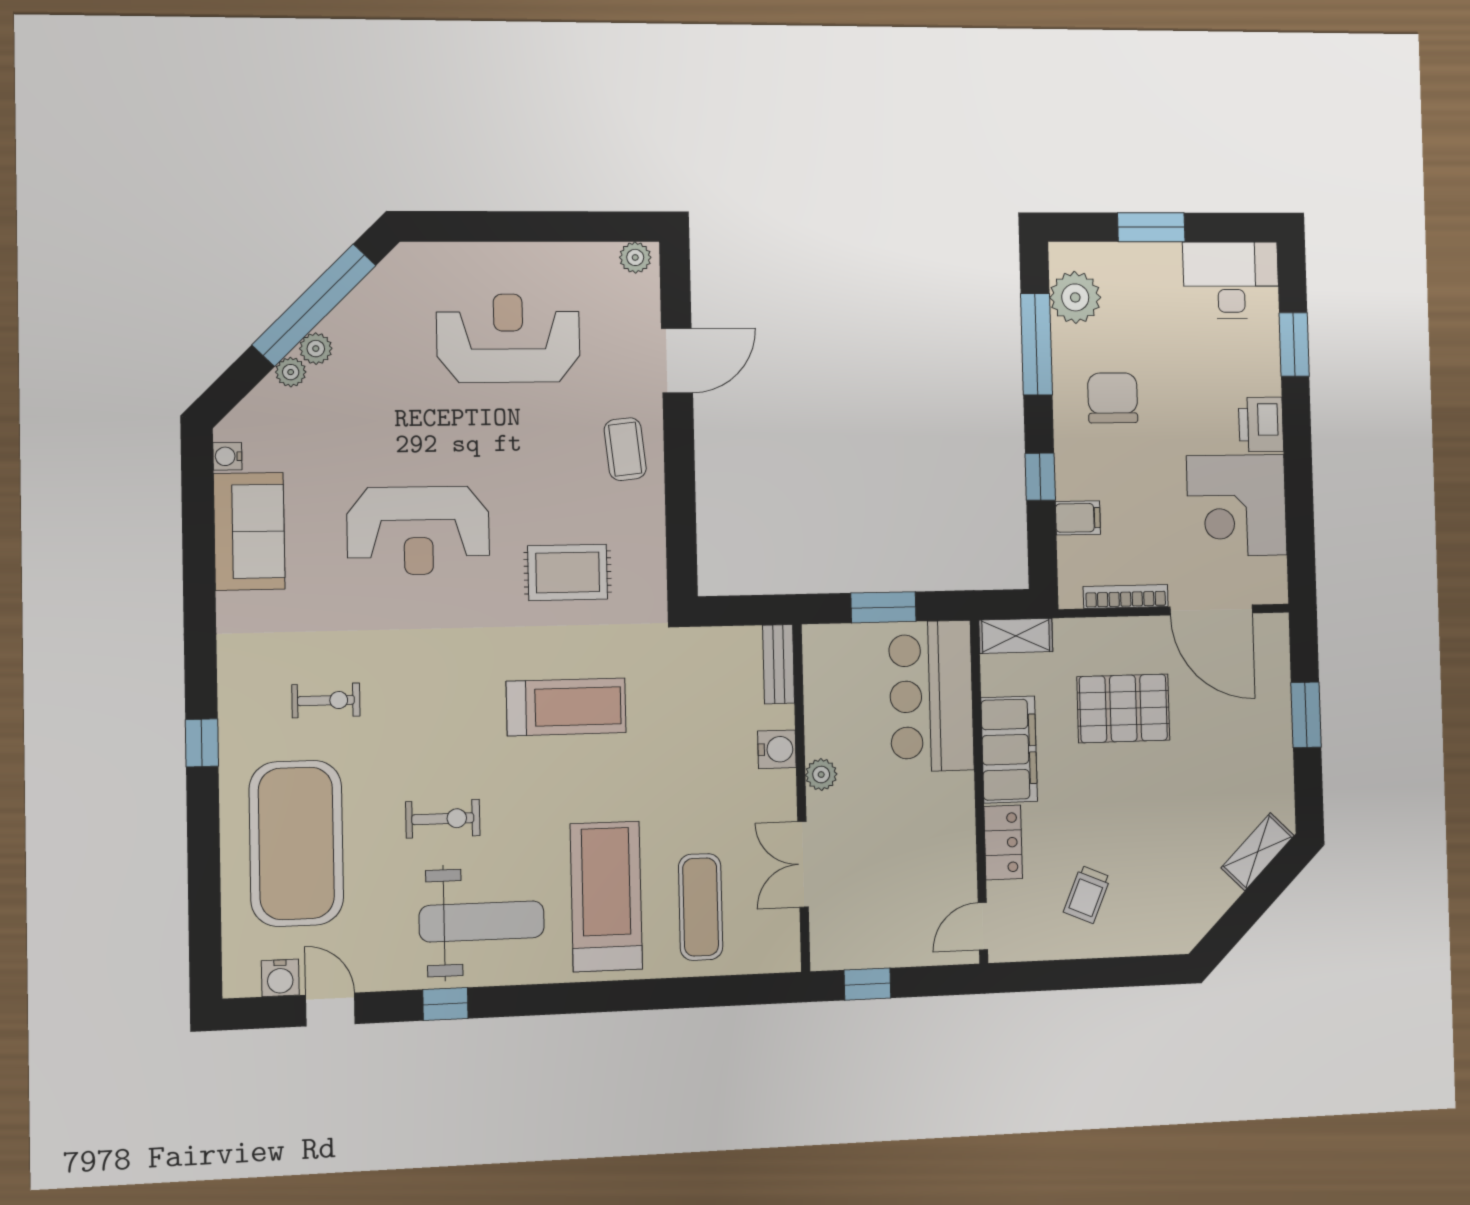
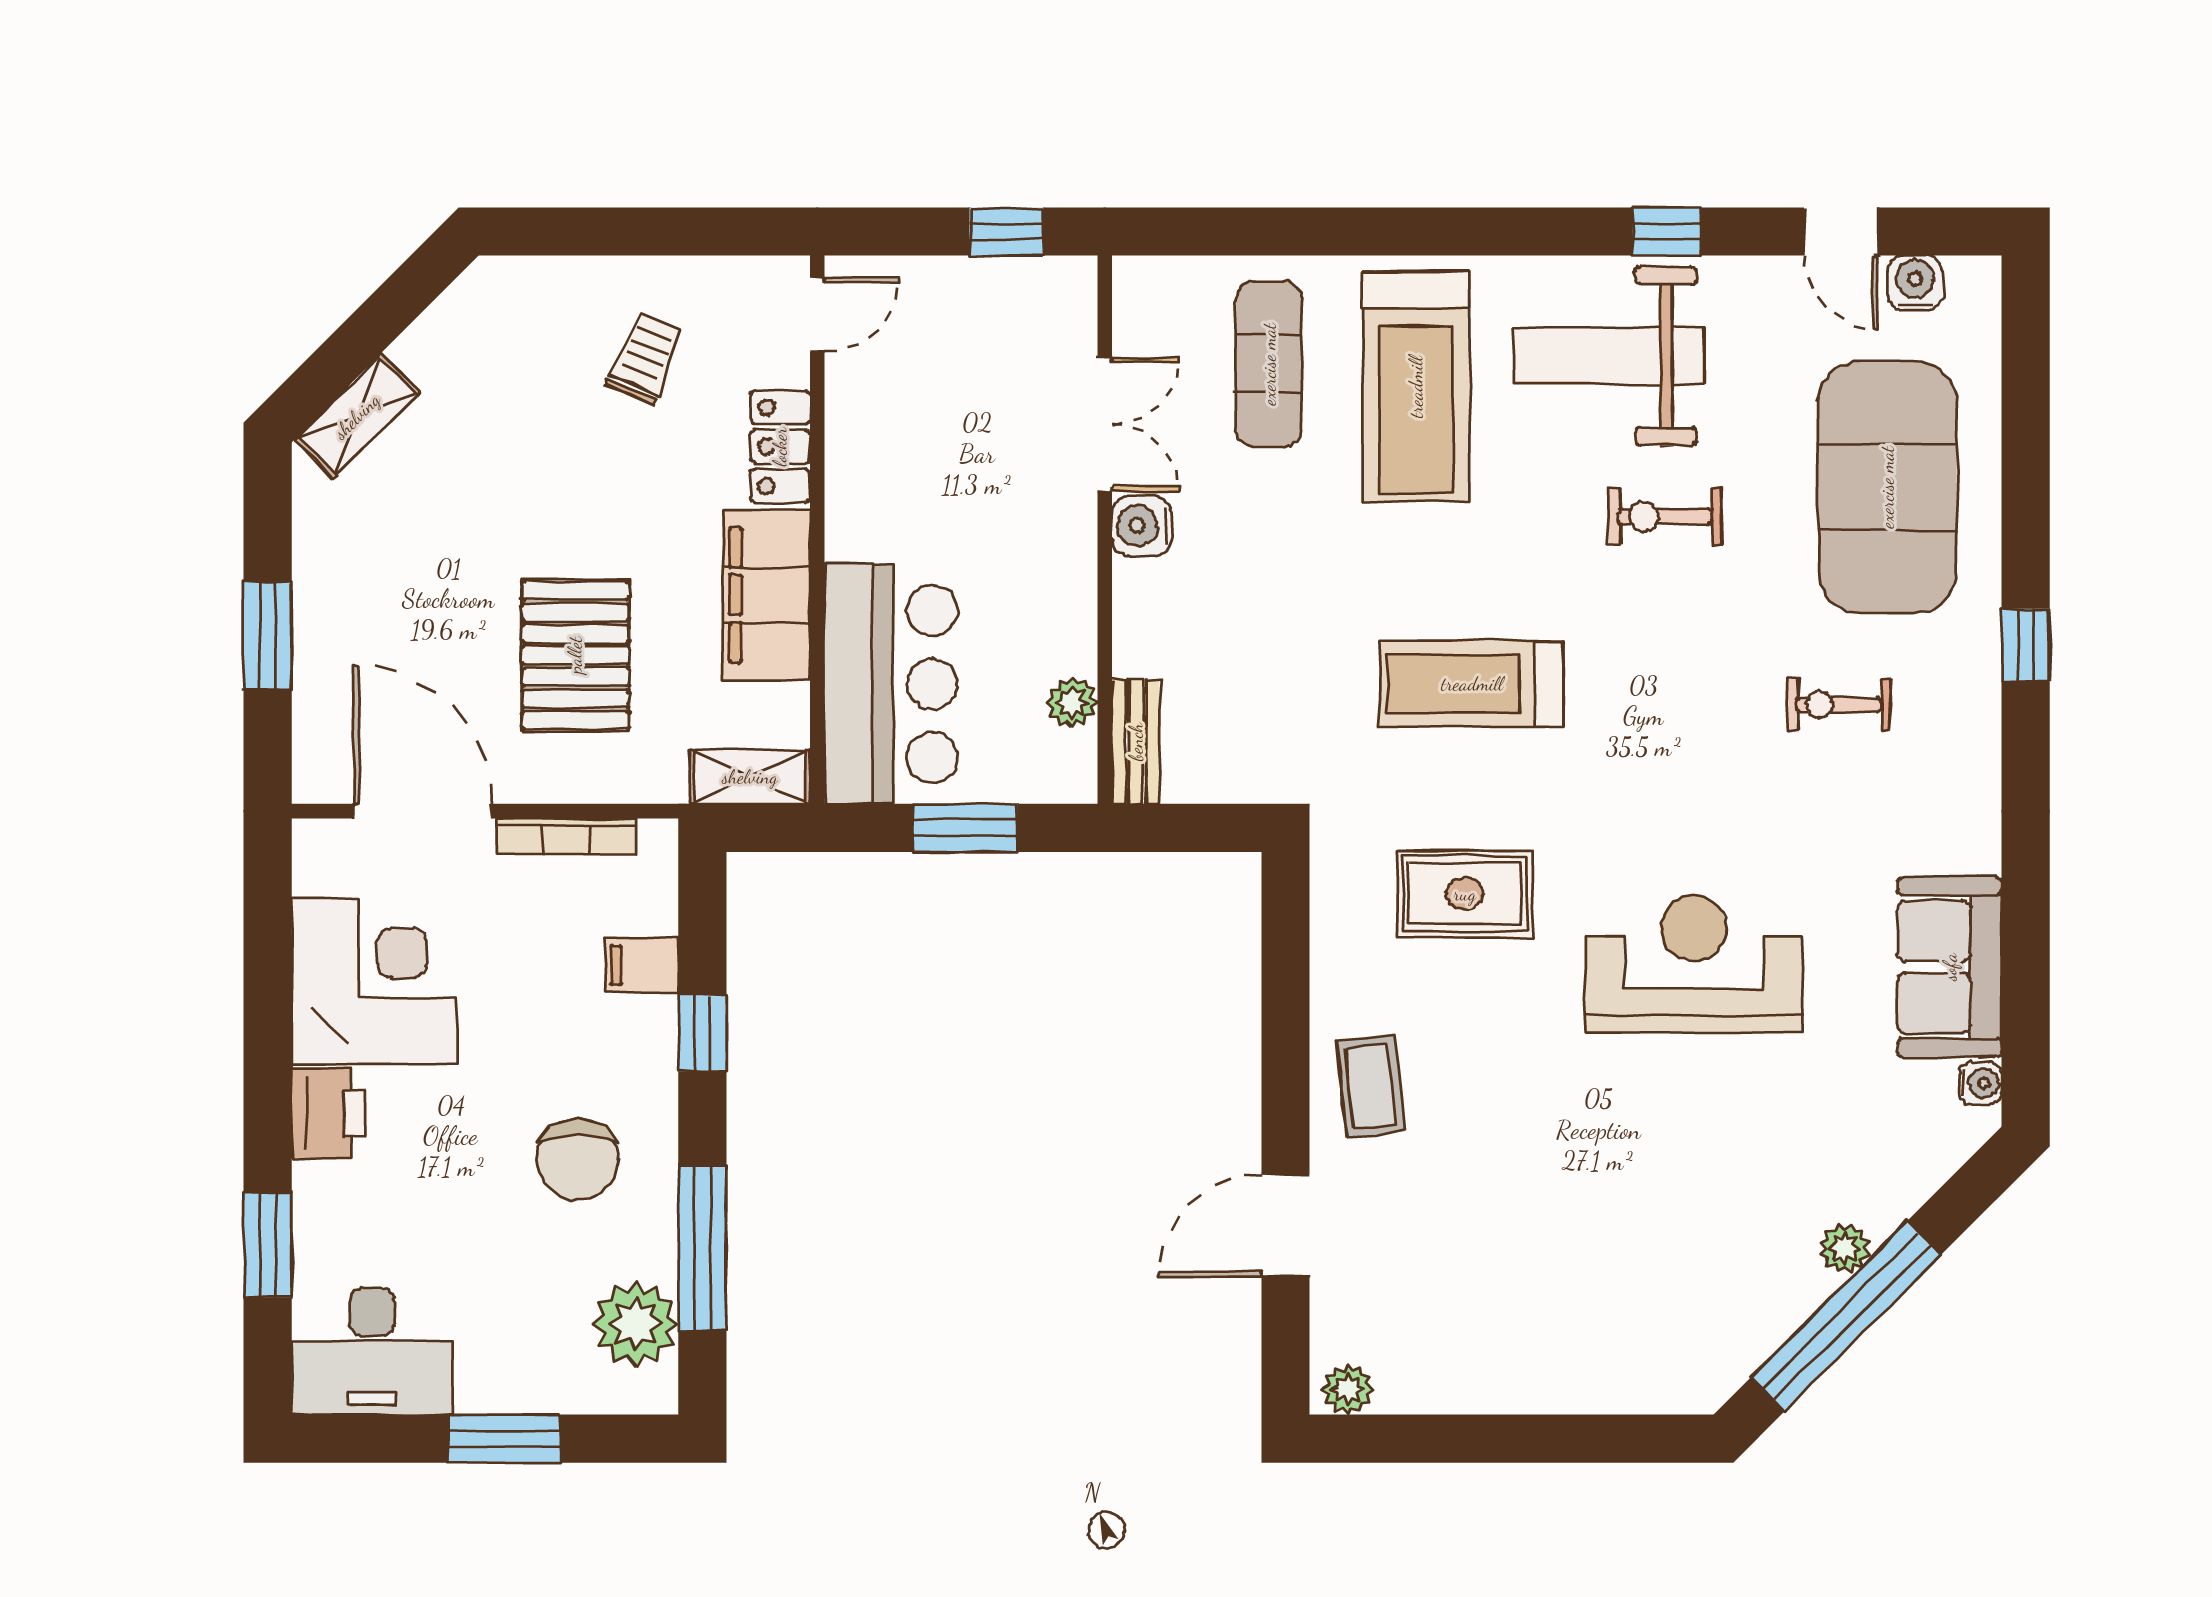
reception desk: (508, 338) -> (1549, 1263), removed
plant: (291, 372) -> (1883, 1212), removed
pallet: (1123, 708) -> (575, 655), turned 90
water cooler: (777, 749) -> (1142, 526), moved
plant: (821, 775) -> (1072, 702), moved

